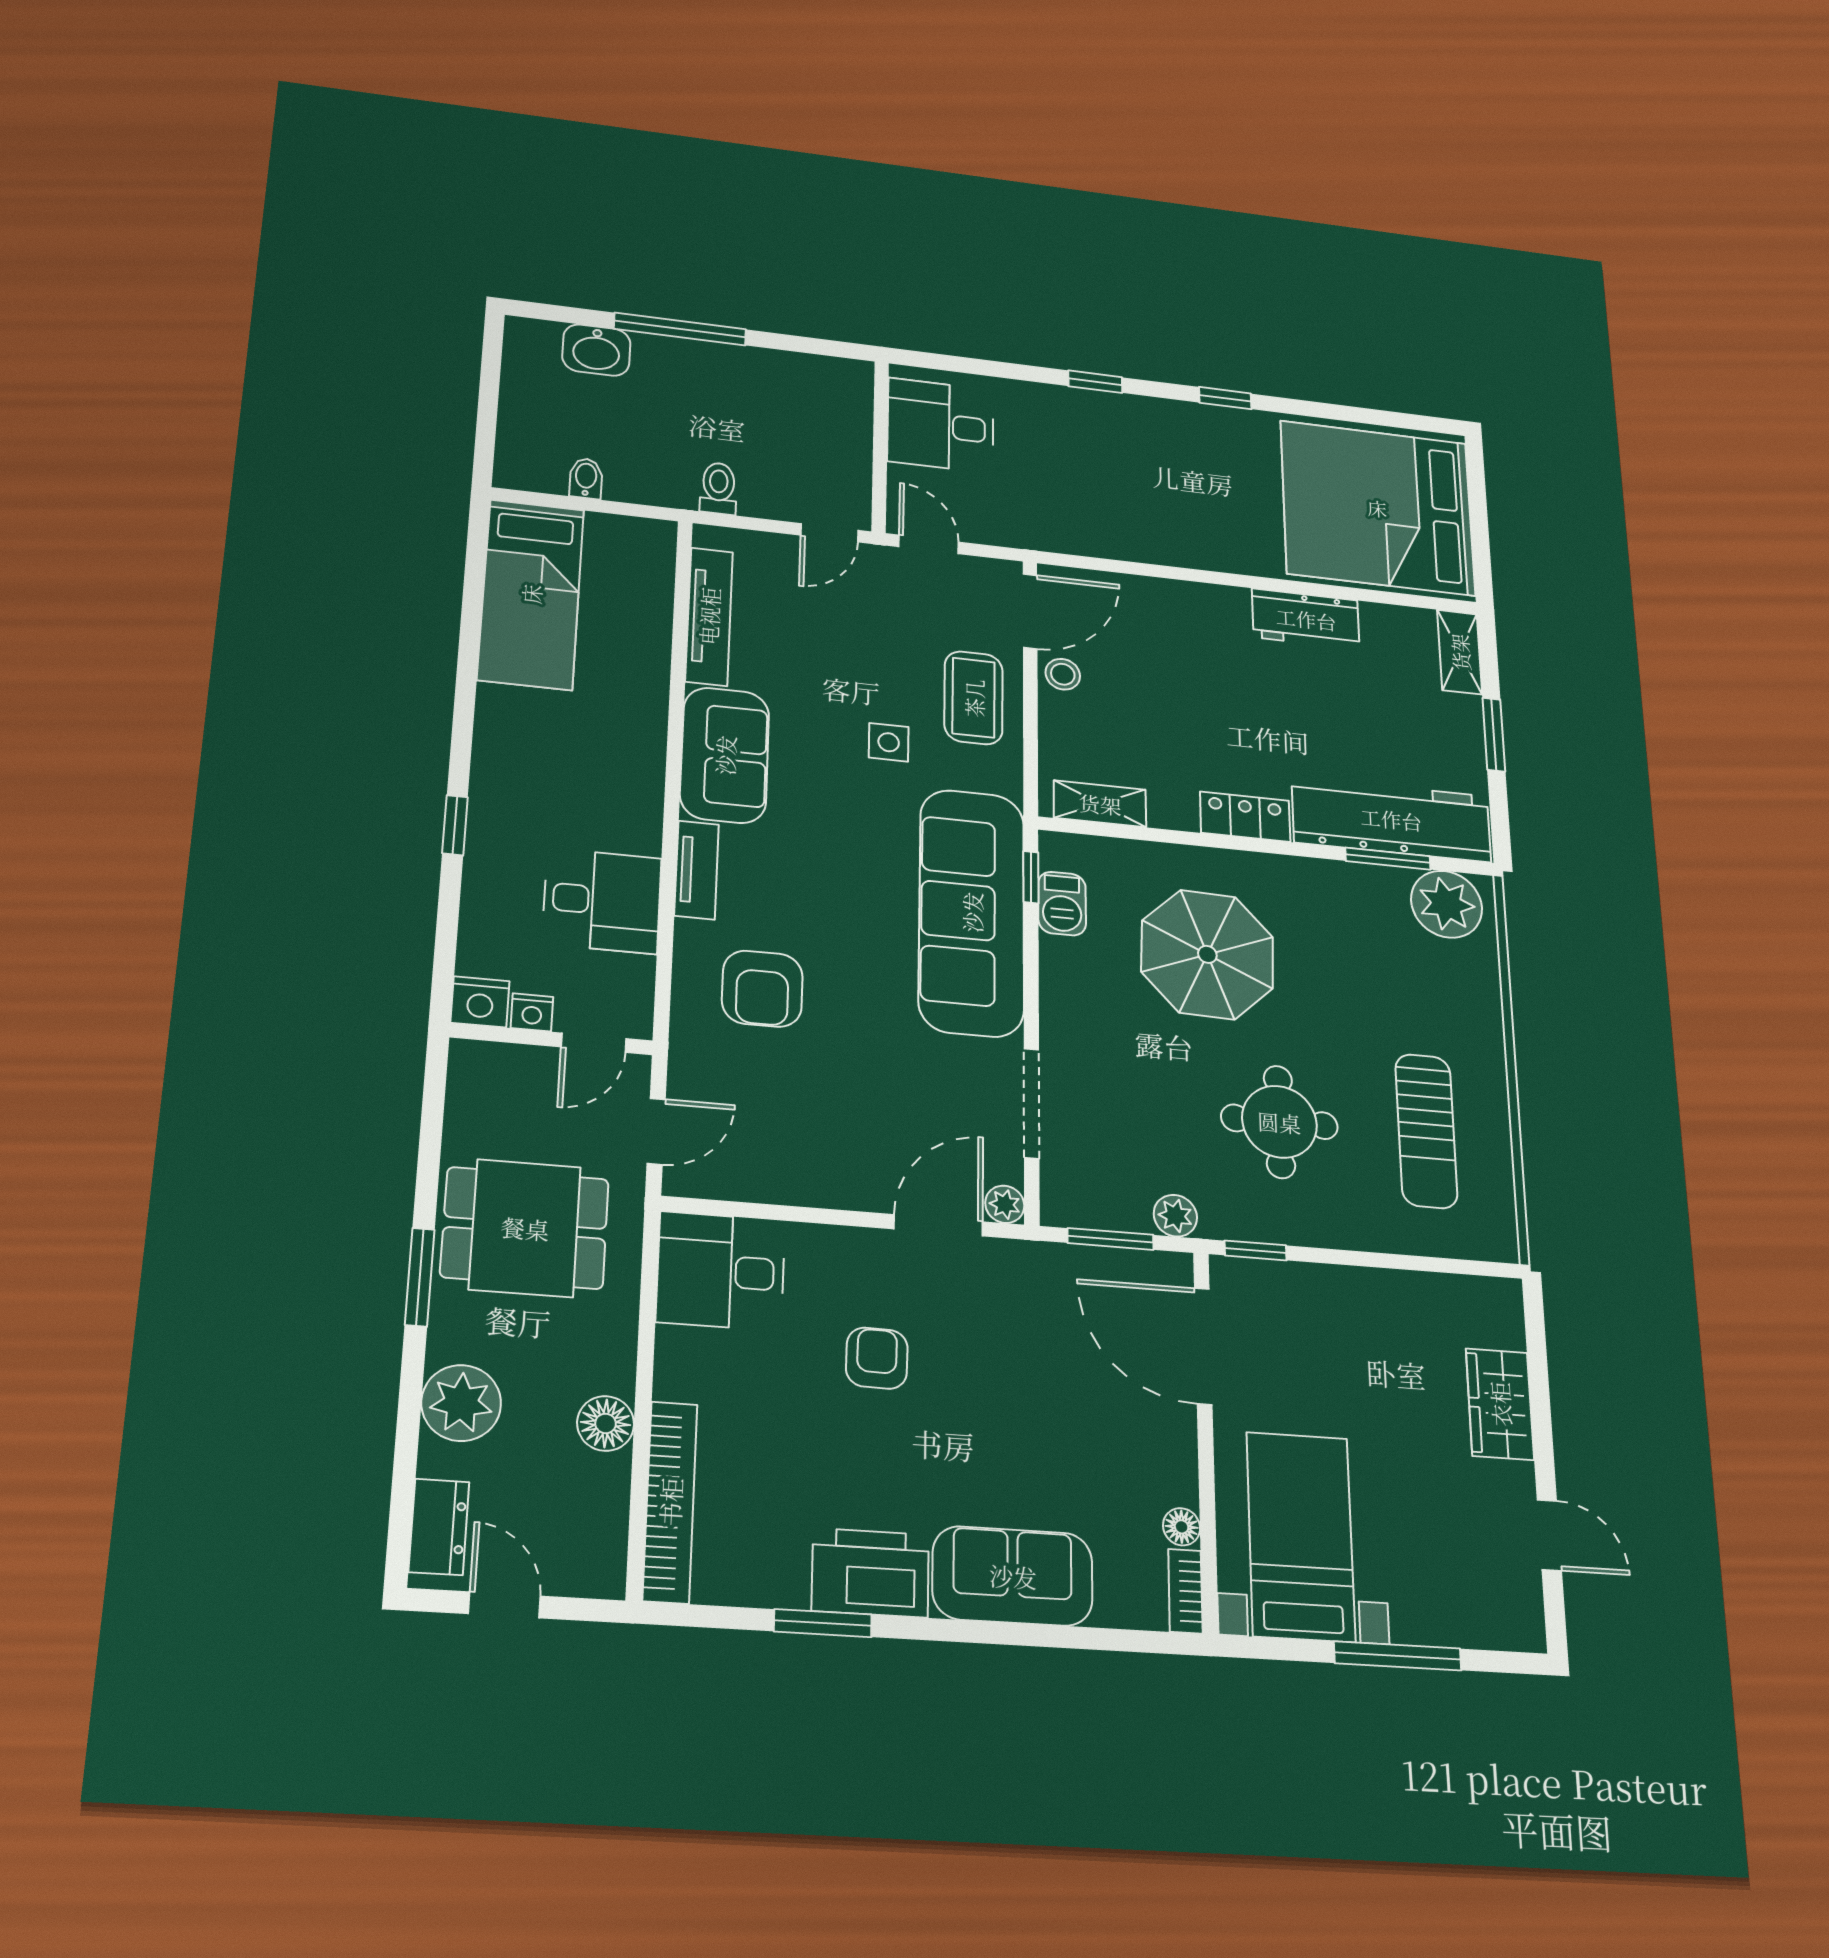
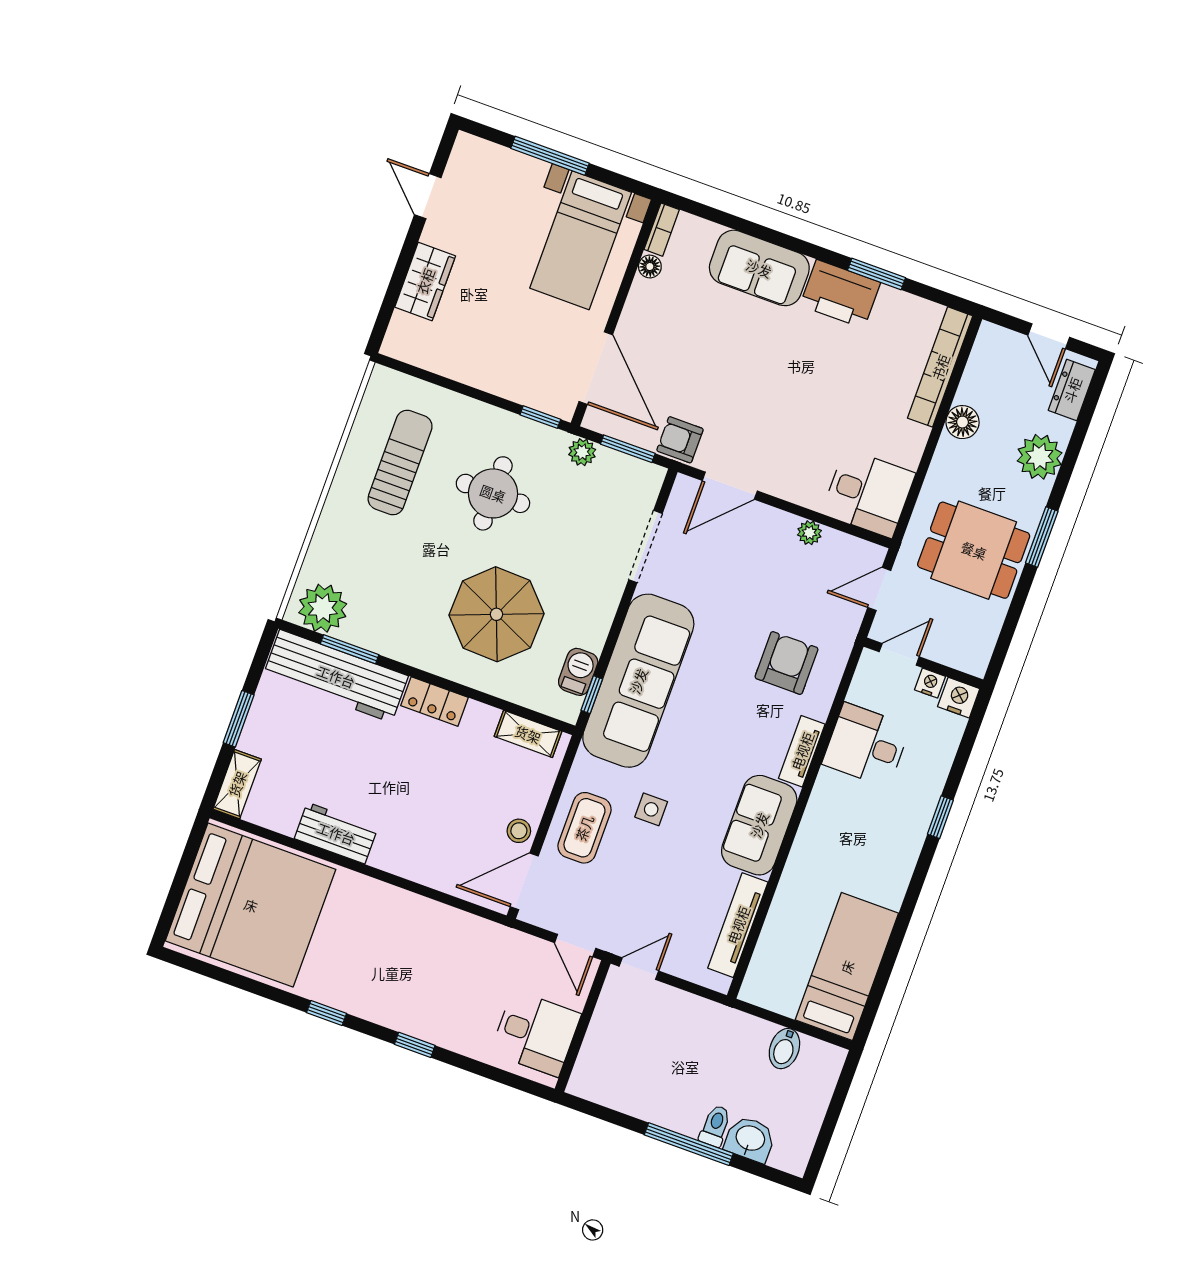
bidet: (586, 478) -> (784, 1049), width x1.38, depth x1.36
toilet: (718, 488) -> (715, 1126), moved, turned 180
plant: (1005, 1204) -> (809, 533), moved
armchair: (877, 1358) -> (680, 440), moved, turned 89

